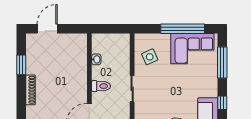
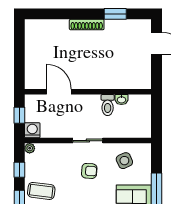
toilet: (101, 86) -> (108, 105), moved
armchair: (159, 88) -> (89, 171), added

